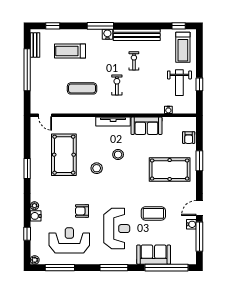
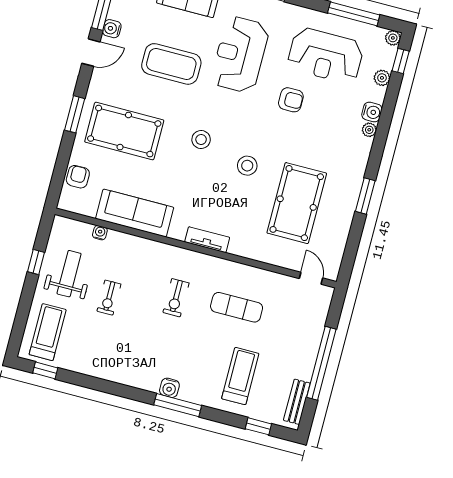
bench: (137, 35) -> (120, 374), removed
treadmill: (70, 51) -> (240, 376), turned -90
exercise bike: (134, 61) -> (109, 298), moved
tv unit: (113, 121) -> (207, 240), width x0.71
sofa: (146, 126) -> (135, 213), width x1.36
stool: (118, 155) -> (201, 140), moved
window: (199, 161) -> (75, 114), moved
coffee table: (153, 213) -> (171, 64), width x1.36, depth x1.32
window: (27, 234) -> (401, 61), moved
plant: (35, 236) -> (382, 78), added

